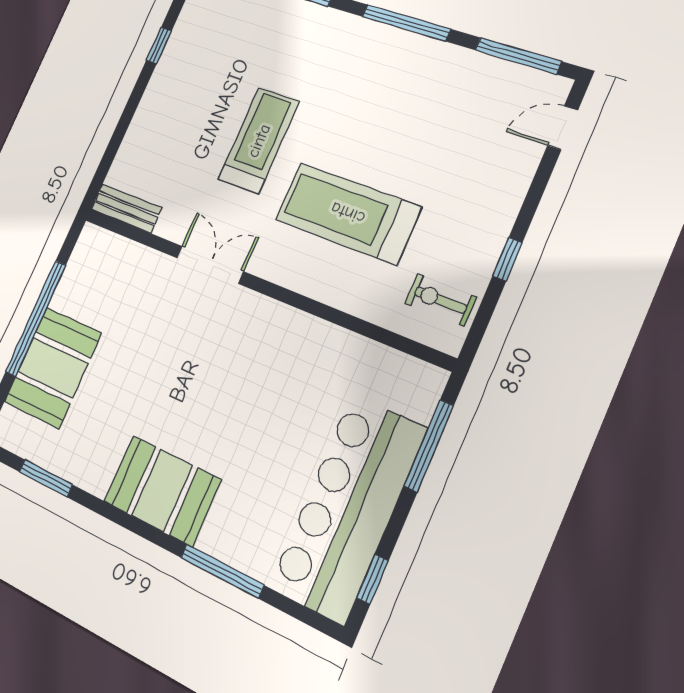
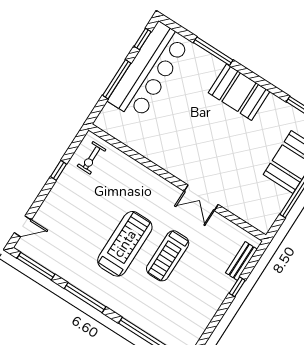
window: (159, 45) -> (237, 287), moved
bench: (126, 208) -> (241, 261), moved, turned 90
treadmill: (348, 213) -> (125, 244), moved, turned -90
exercise bike: (441, 300) -> (92, 158), turned 90
window: (429, 446) -> (117, 79), moved

